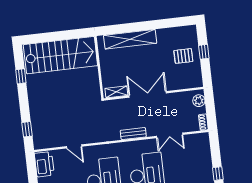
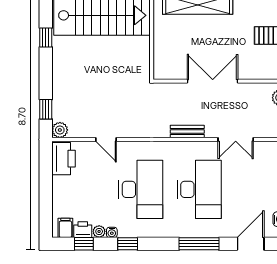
shelving: (116, 92) -> (171, 73), removed
plant: (39, 143) -> (60, 130), added

